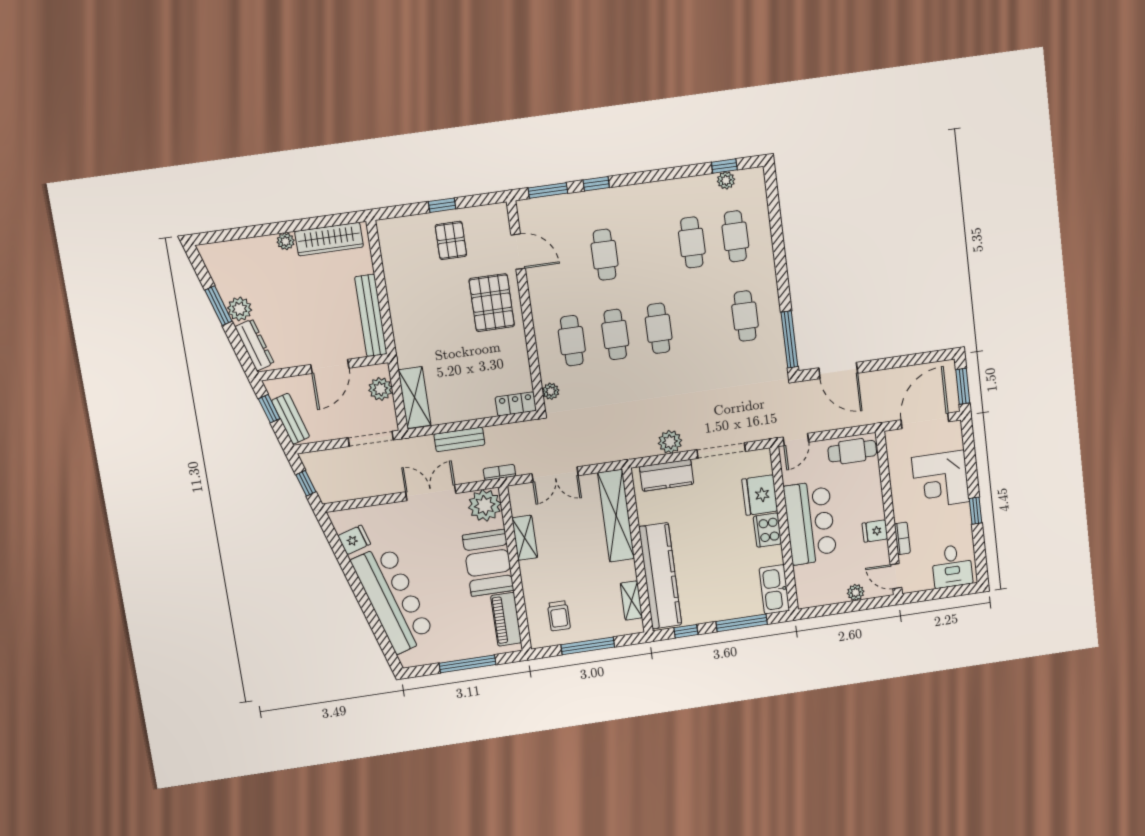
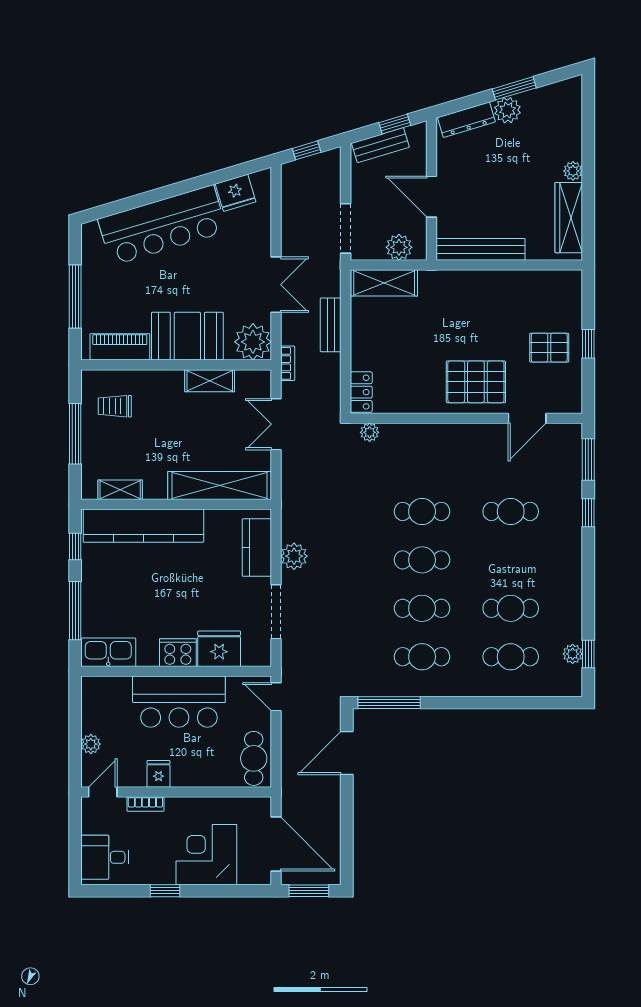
cafe table: (572, 341) -> (422, 608), moved
fridge: (354, 540) -> (236, 193), width x1.38

